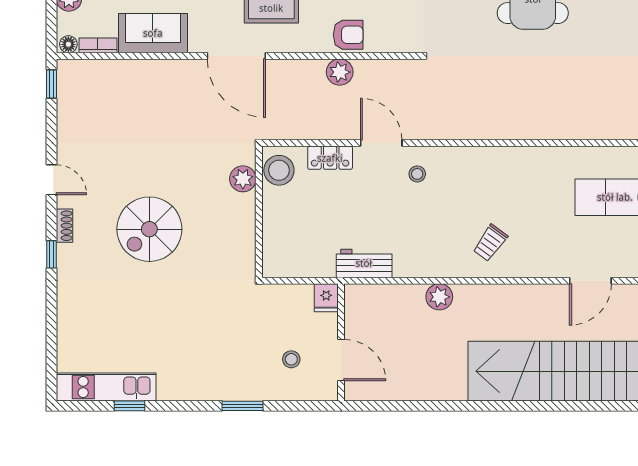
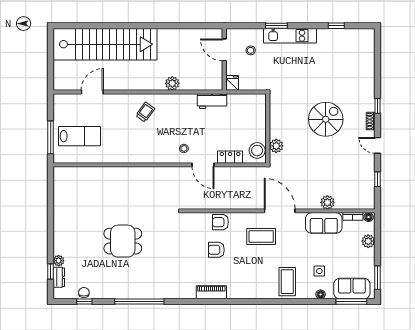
plant: (340, 72) -> (327, 202), moved
window: (52, 84) -> (378, 179), moved
kitchen unit: (106, 387) -> (290, 36), moved

